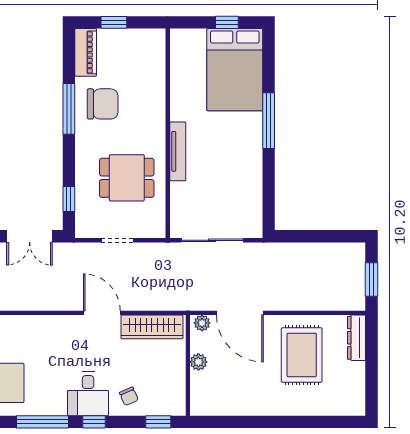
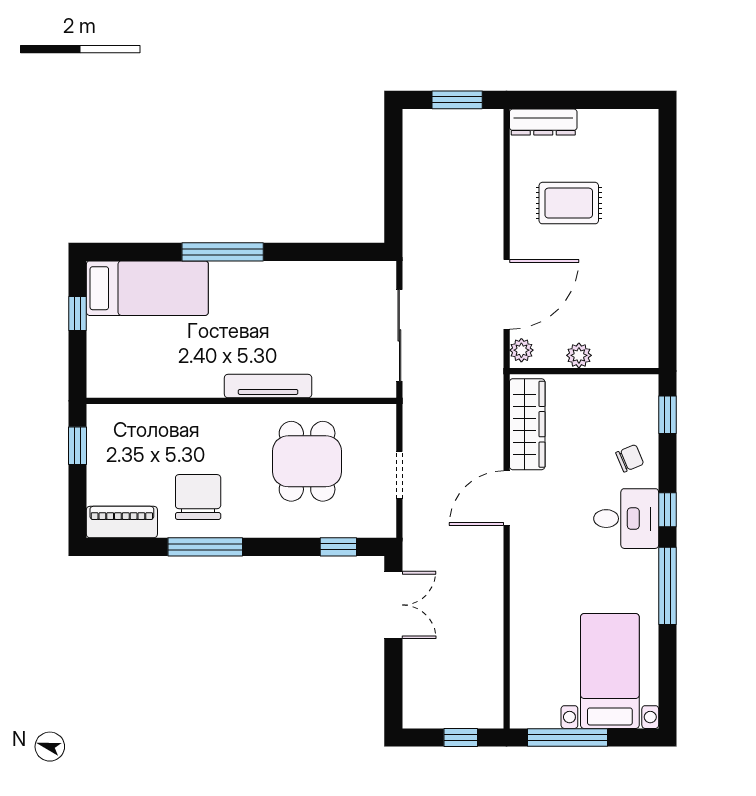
window: (114, 22) -> (78, 446), moved
bed: (235, 70) -> (147, 288), width x0.67
rug: (302, 355) -> (569, 203), width x0.73, depth x0.70

